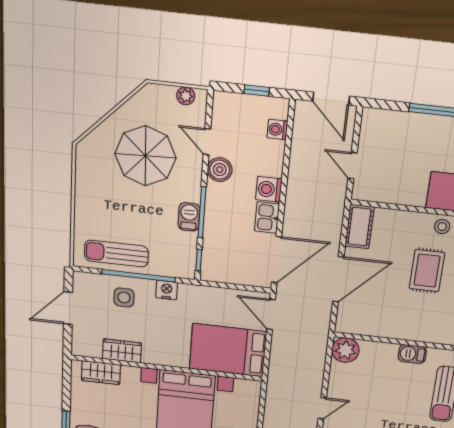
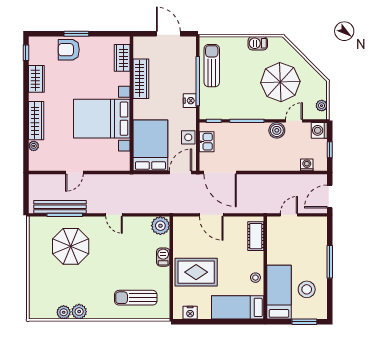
washing machine: (269, 189) -> (319, 130), moved, turned -90
barbecue: (189, 217) -> (258, 43), moved, turned 180
kitchen sink: (267, 218) -> (207, 142), moved, turned 90
cot: (359, 227) -> (256, 236), moved, turned 90
rug: (427, 271) -> (196, 272), moved, width x1.36, depth x1.43
door: (338, 279) -> (211, 215), width x0.73
side table: (124, 298) -> (188, 137), moved
wardrobe: (122, 351) -> (141, 79), width x1.50
barbecue: (412, 354) -> (163, 257), moved

